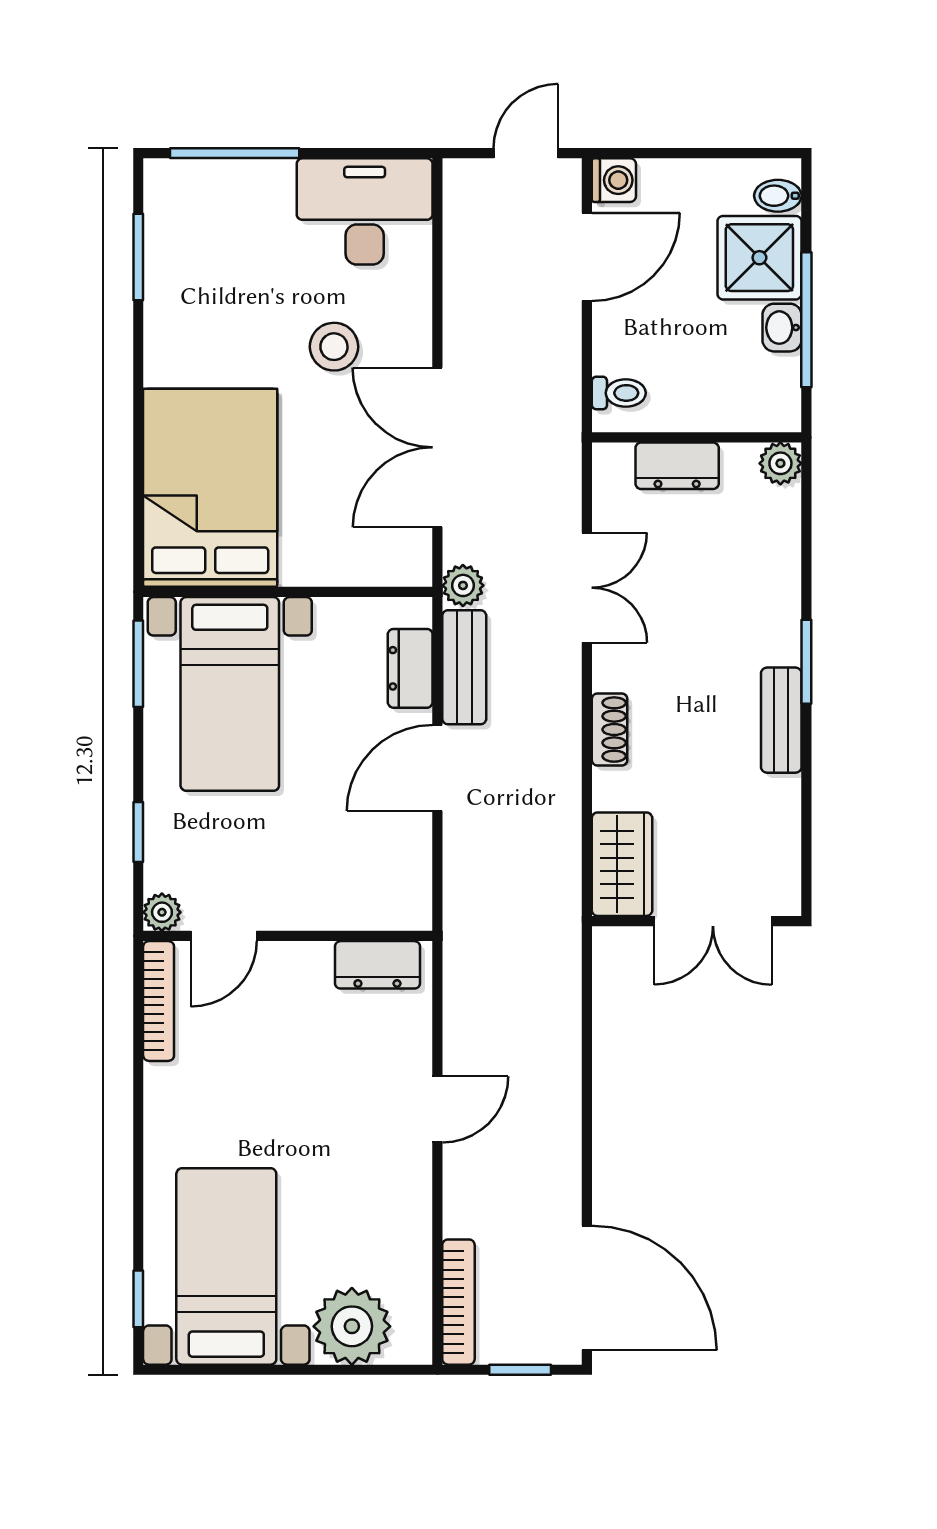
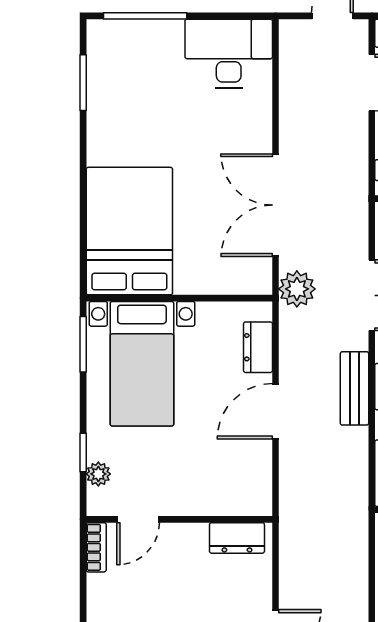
stool: (334, 347) -> (209, 140), removed
plant: (463, 585) -> (297, 289), width x1.38, depth x1.38
bench: (464, 667) -> (354, 388), moved
plant: (162, 912) -> (98, 474), moved
bookcase: (159, 1001) -> (96, 547), width x0.64

